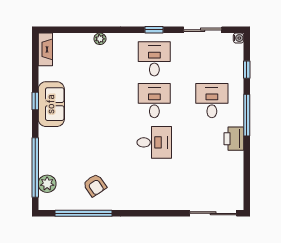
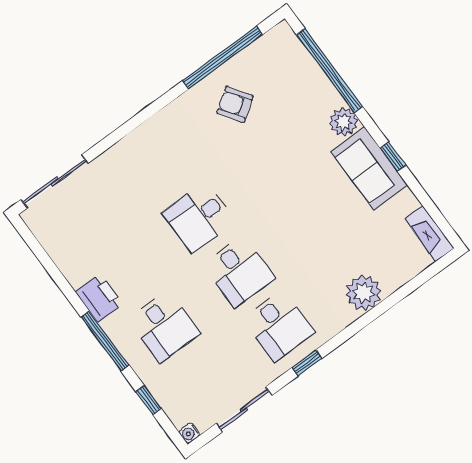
plant: (100, 39) -> (364, 293), width x1.87, depth x1.87
plant: (47, 184) -> (343, 122), moved

